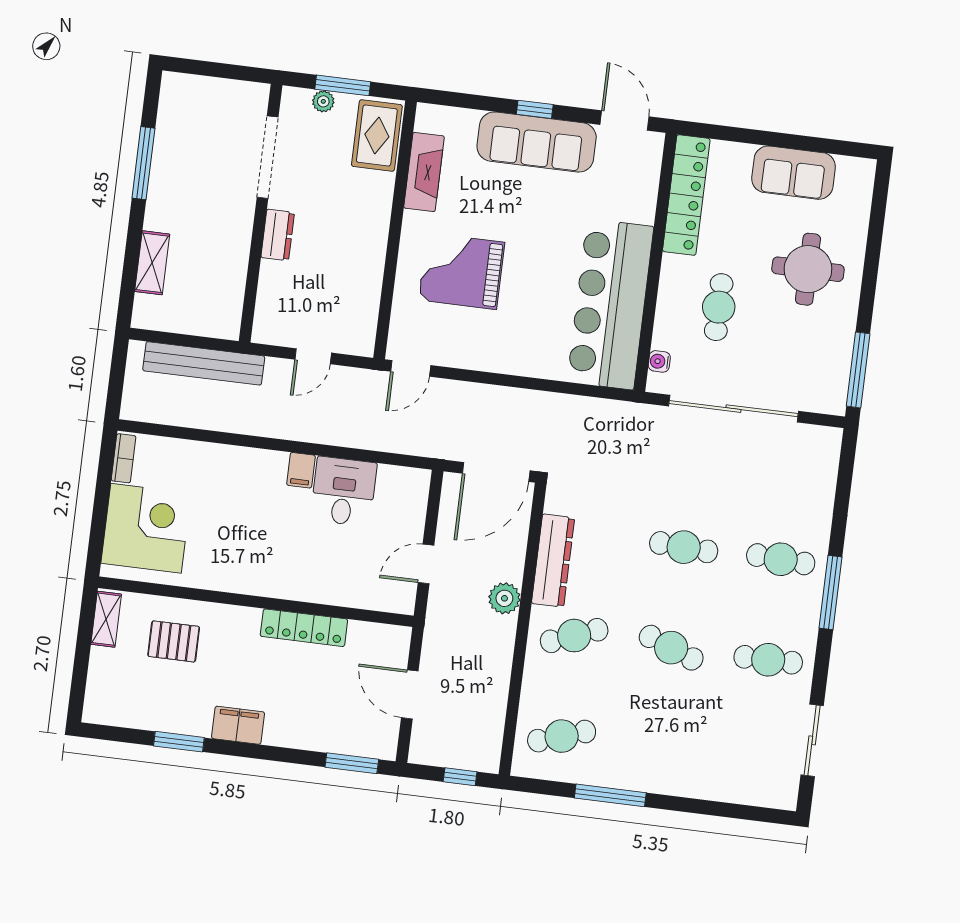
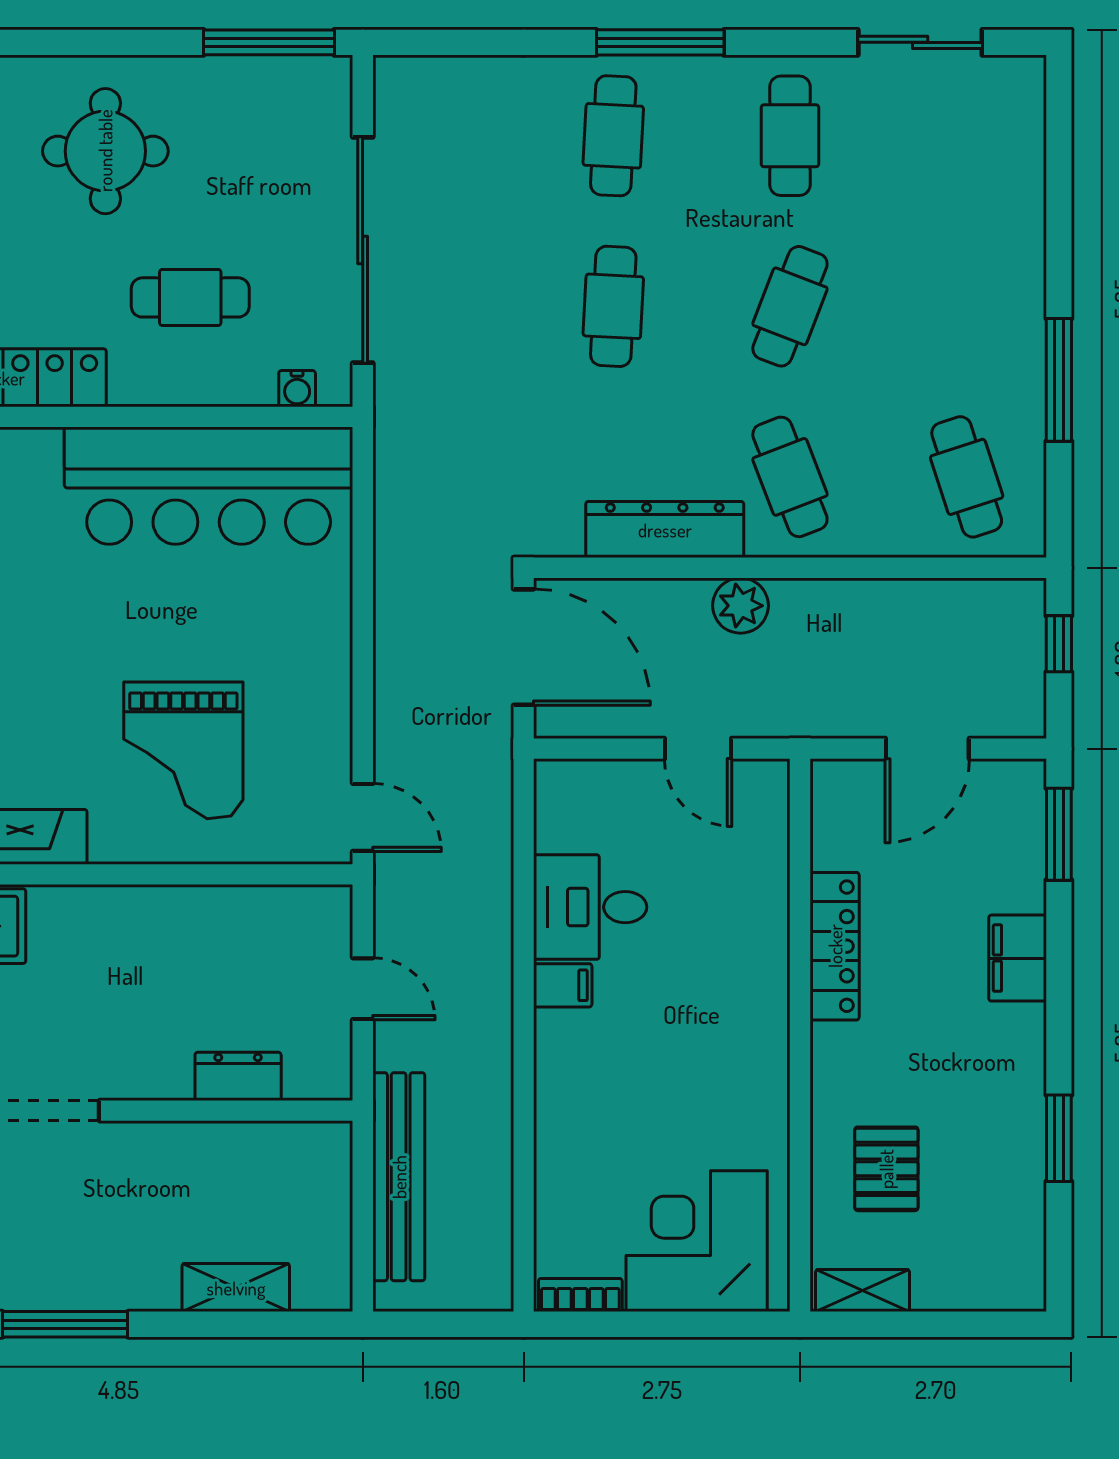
dresser: (278, 235) -> (238, 1076), moved
filing cabinet: (238, 725) -> (1018, 958), moved

